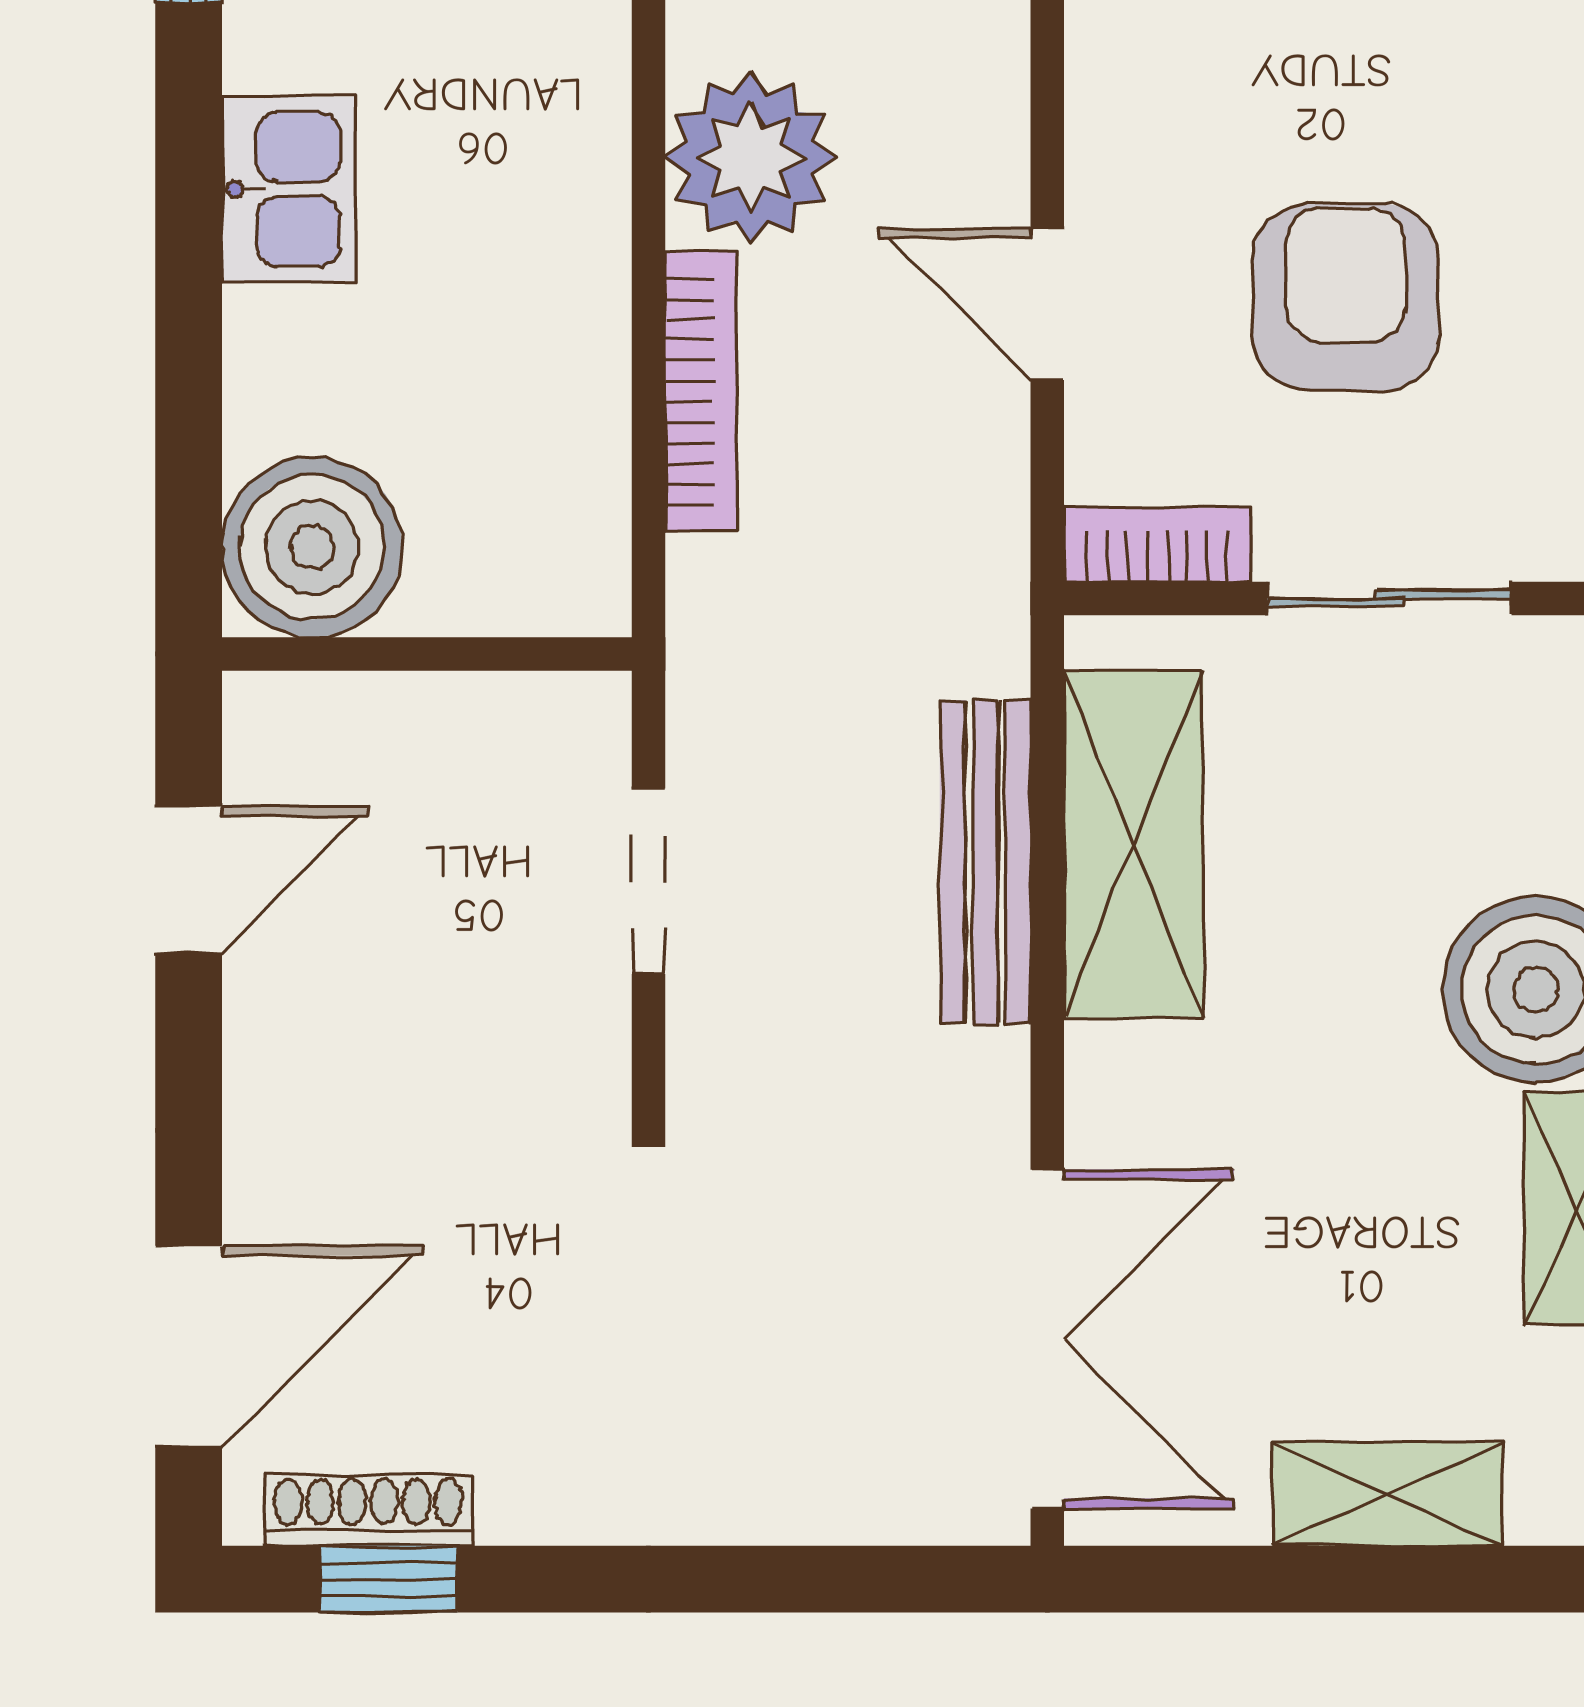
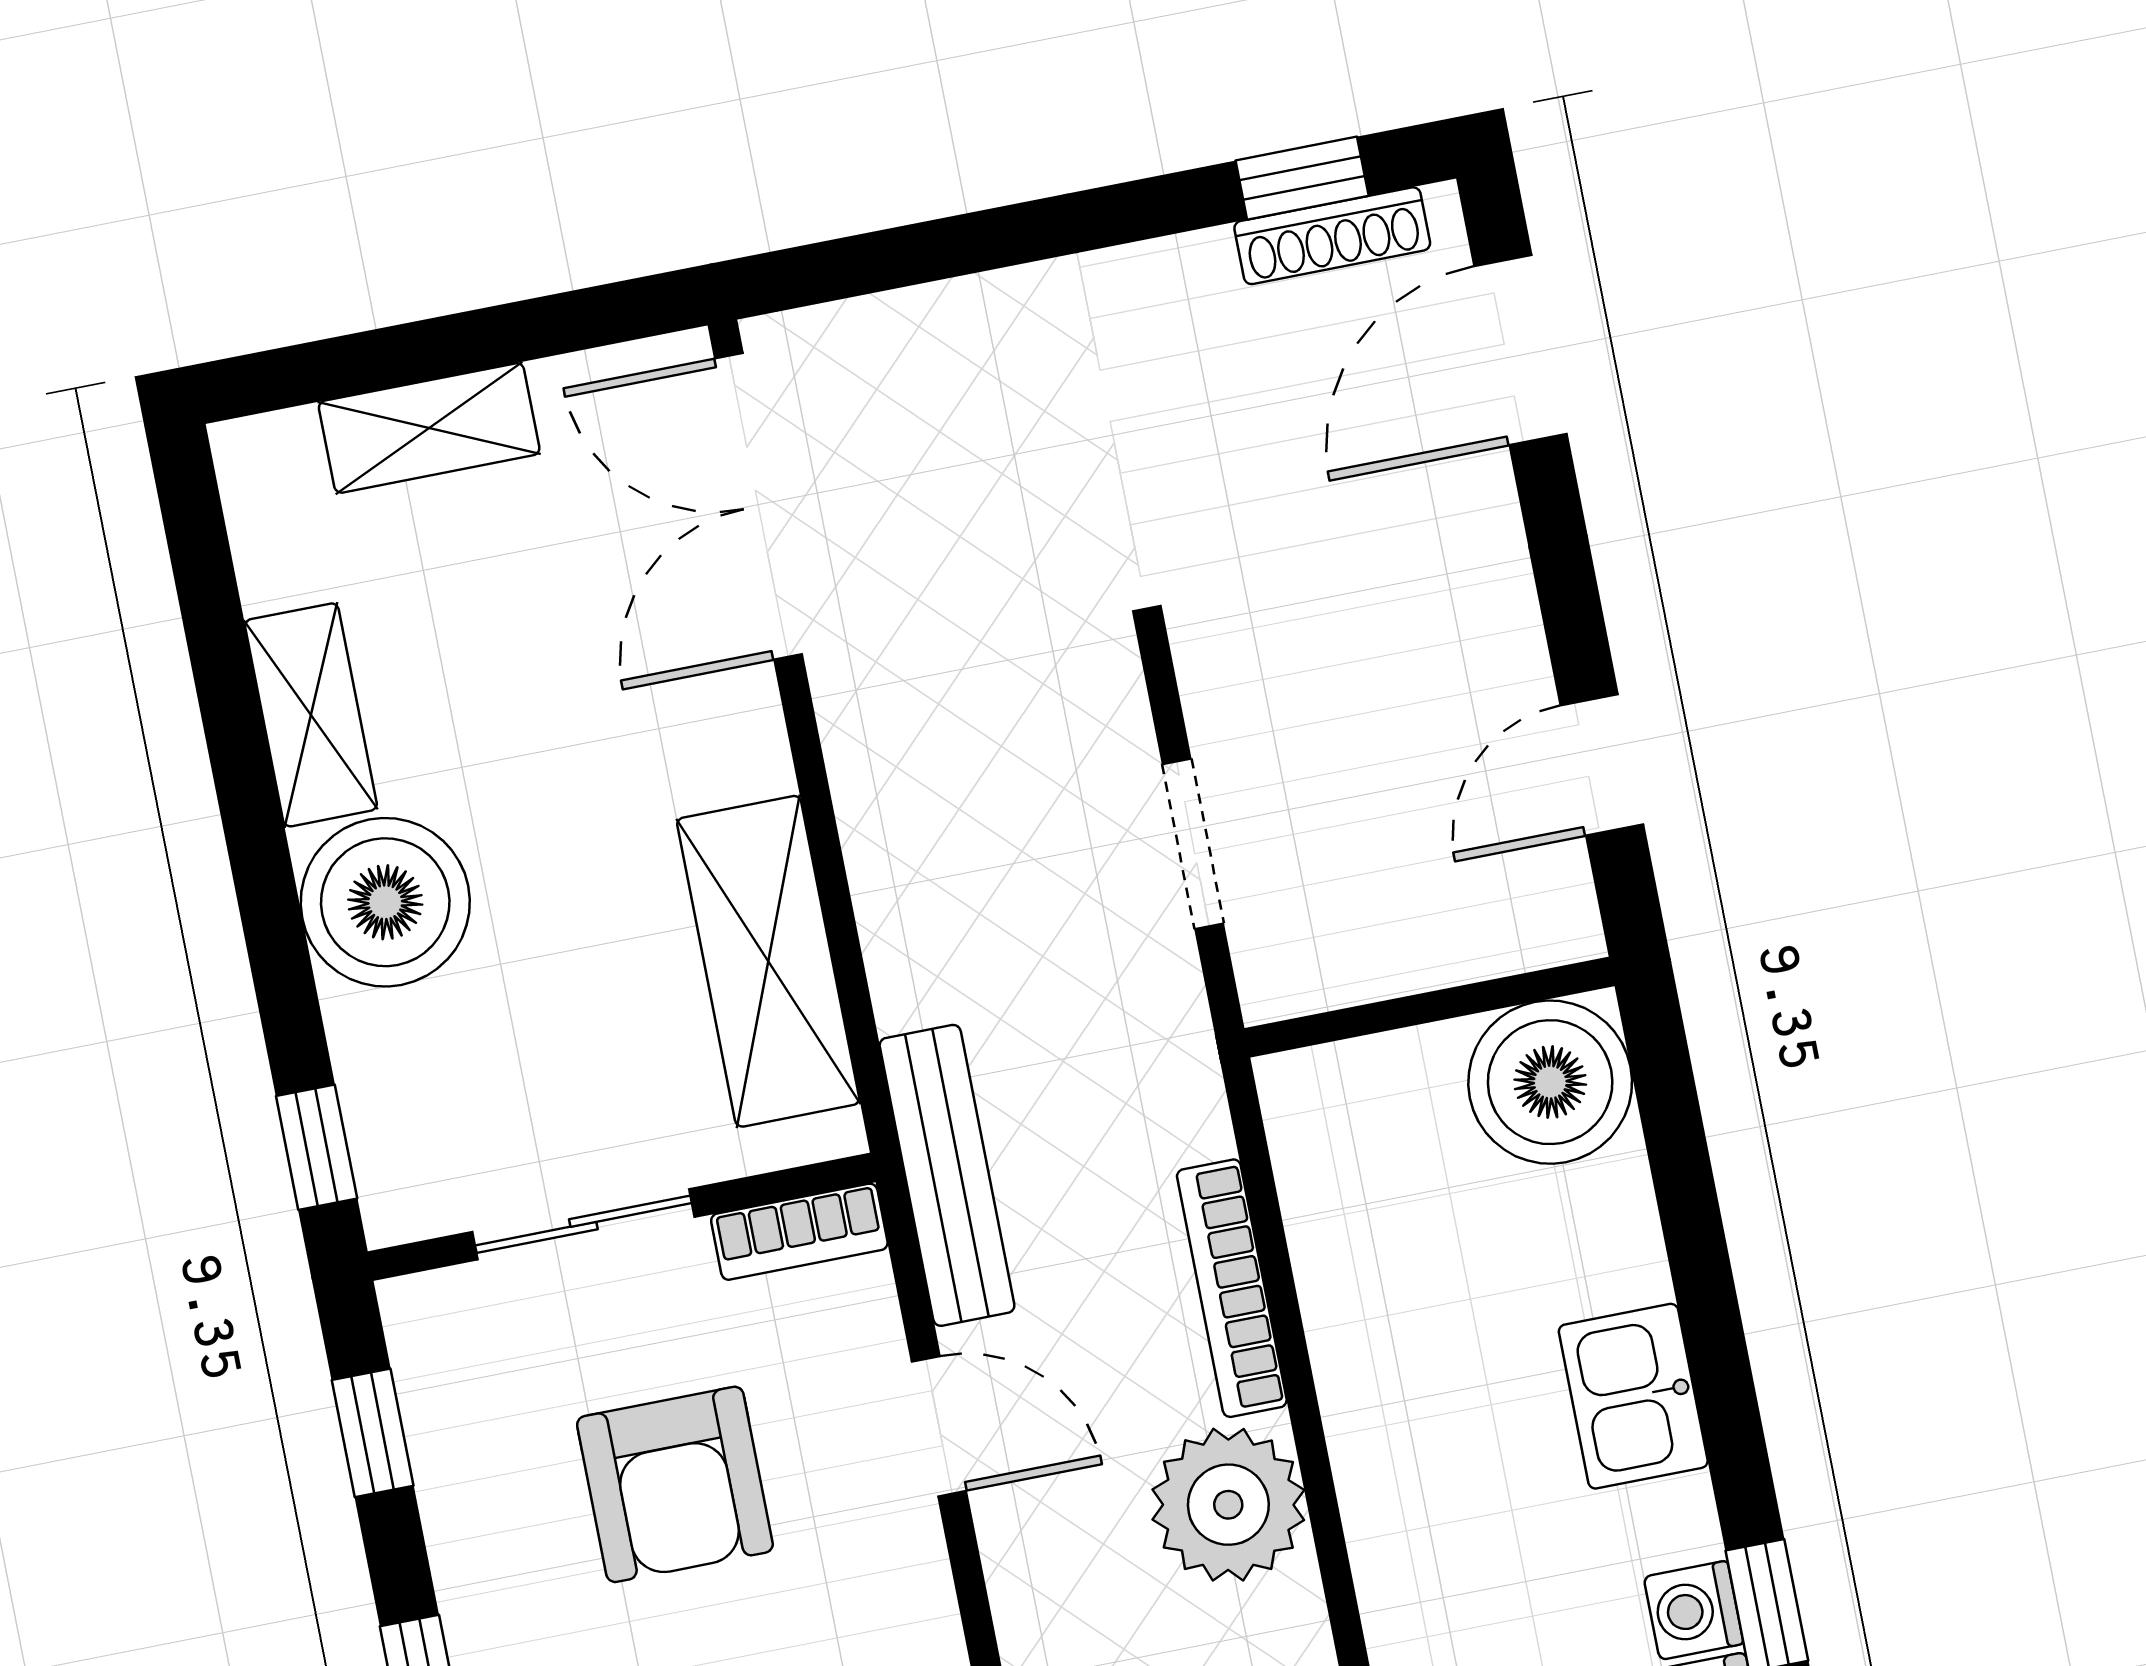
bench: (985, 862) -> (947, 1175), moved

